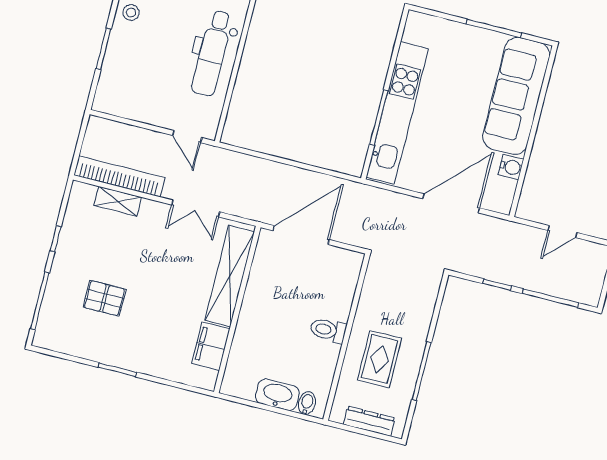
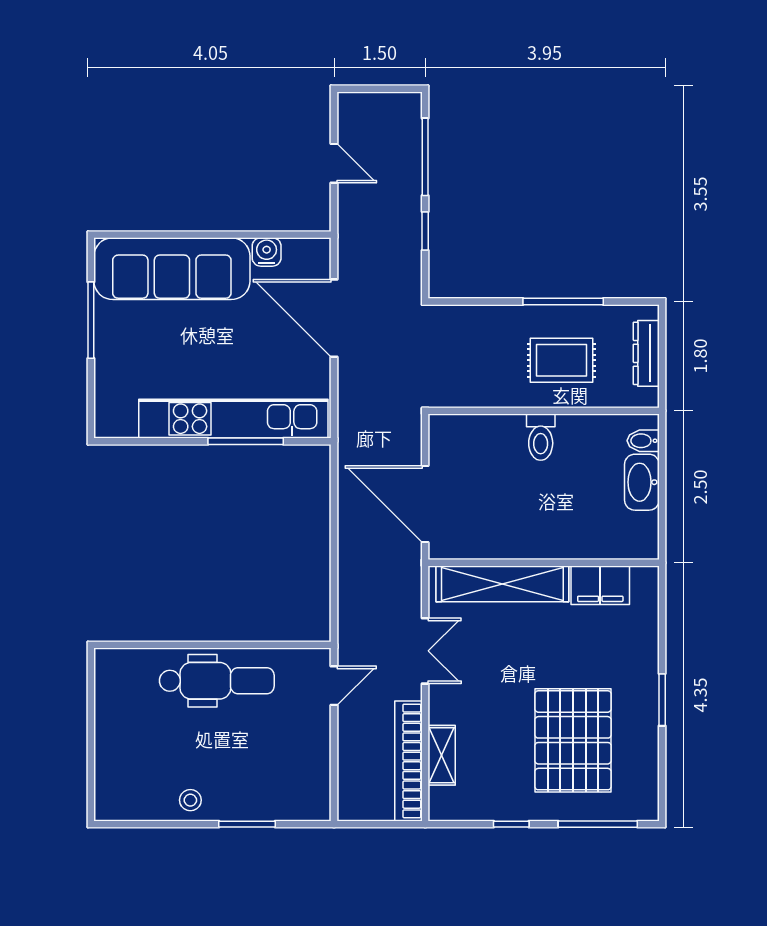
pallet: (104, 298) -> (573, 740), width x2.05, depth x2.00

